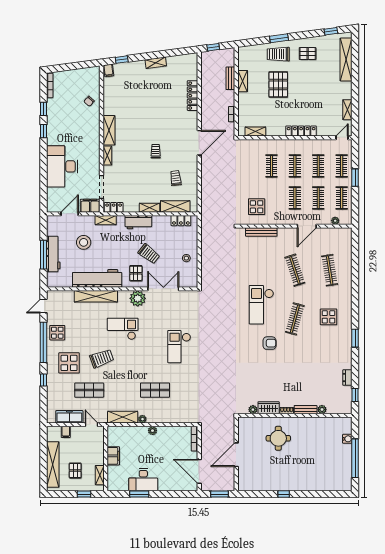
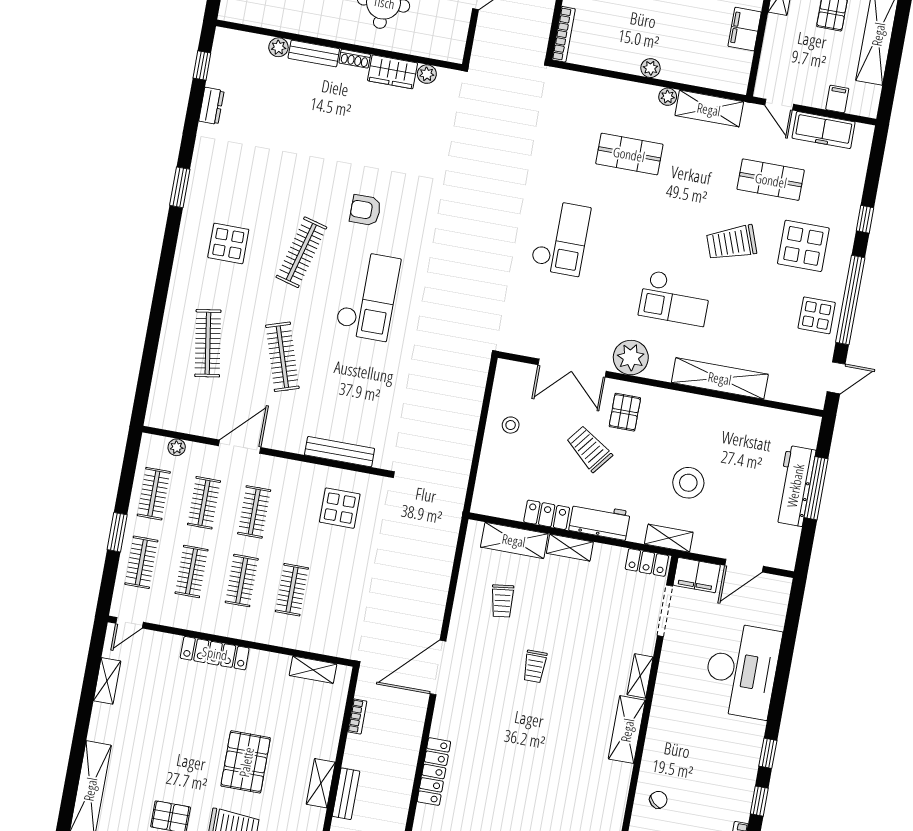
locker: (181, 221) -> (547, 515), moved
stool: (84, 242) -> (688, 483), moved
workbench: (97, 278) -> (710, 416), removed

